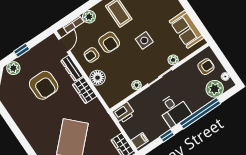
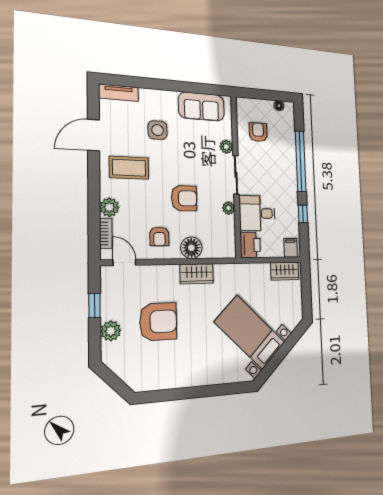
side table: (144, 40) -> (158, 130), moved
armchair: (109, 42) -> (184, 198), moved
window: (22, 50) -> (94, 305), moved
armchair: (206, 67) -> (258, 132), moved
plant: (13, 68) -> (111, 331), moved
dresser: (72, 68) -> (160, 272), removed
plant: (215, 89) -> (285, 127), removed
desk: (174, 110) -> (257, 213), moved, turned 180

